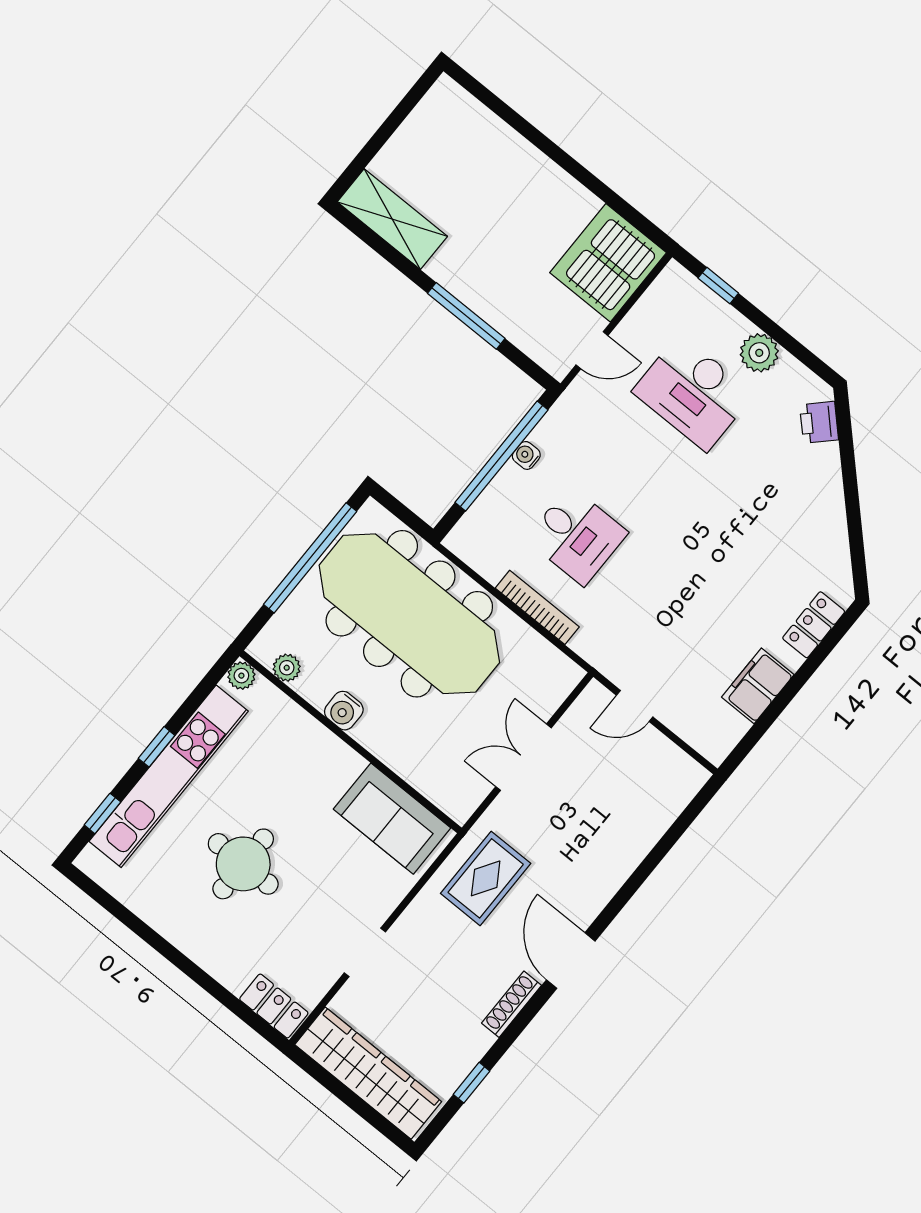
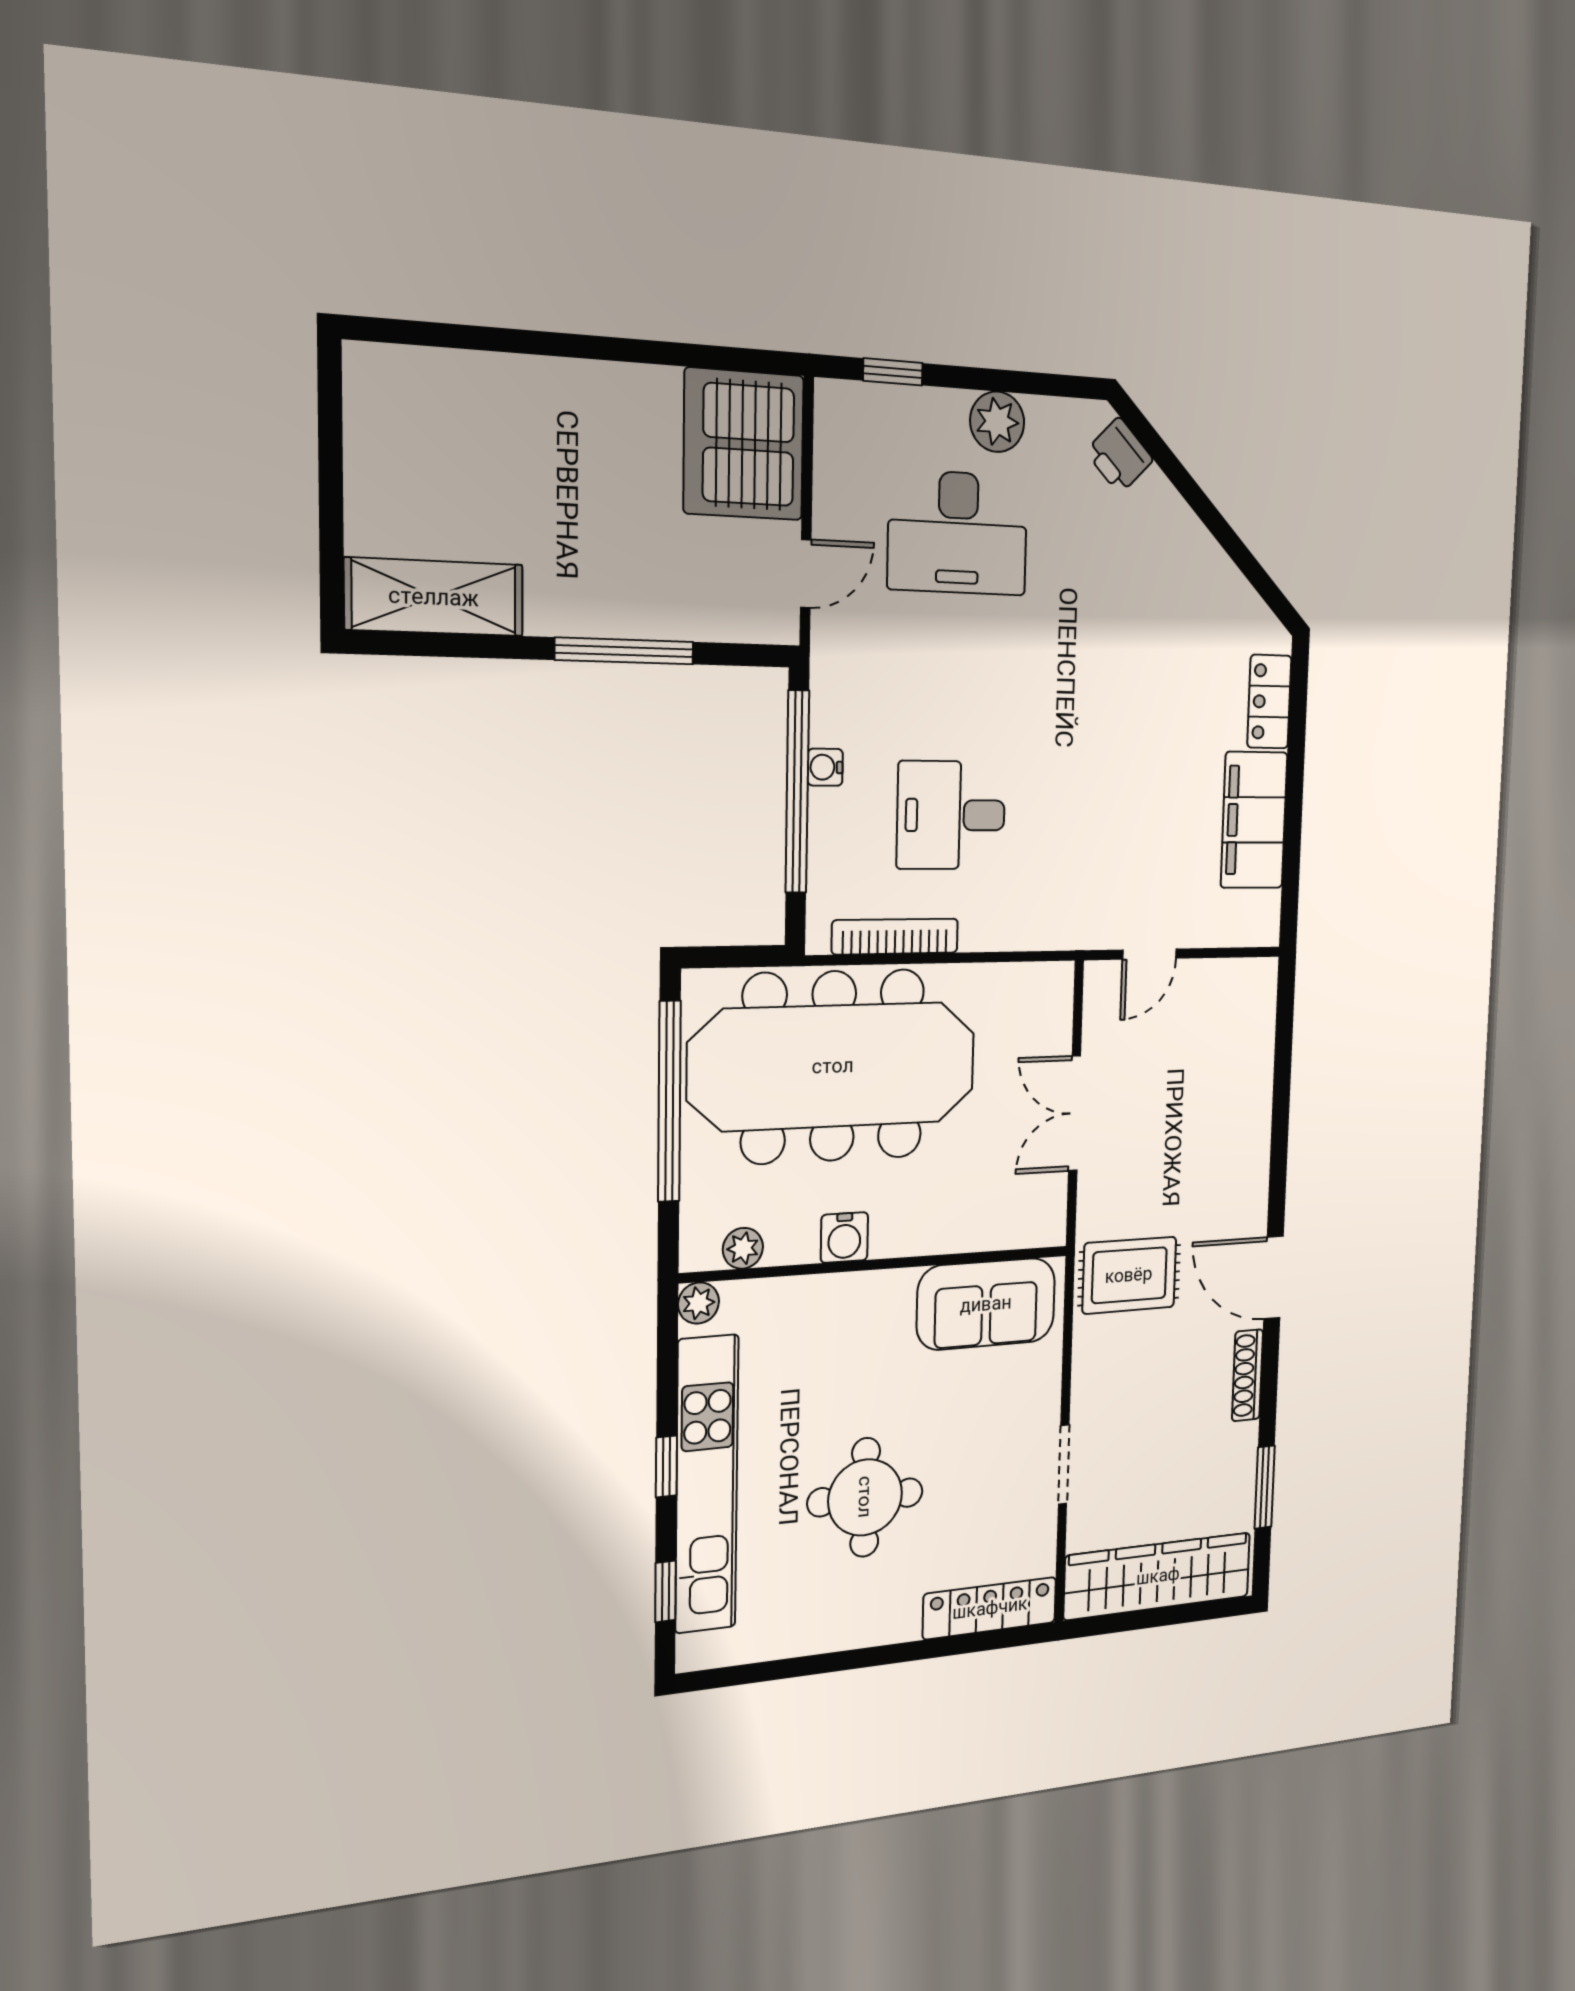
desk: (577, 536) -> (951, 815), turned 180
bookcase: (537, 607) -> (895, 937), moved
filing cabinet: (758, 686) -> (1254, 820), width x1.50, depth x1.17
rug: (486, 878) -> (1129, 1275), turned 90
locker: (274, 1006) -> (990, 1608), width x1.53
window: (472, 1083) -> (1265, 1487), width x1.50

